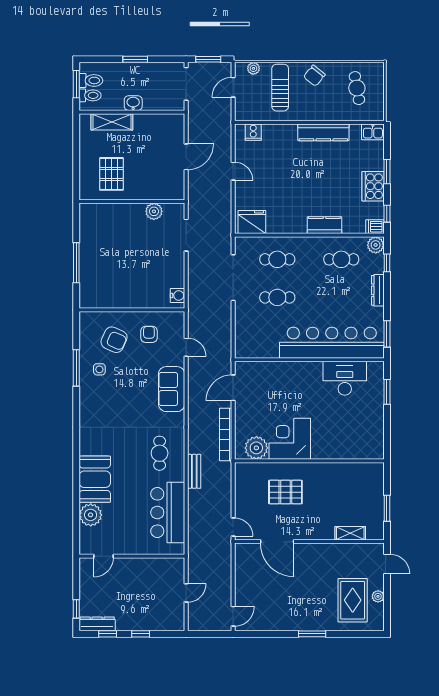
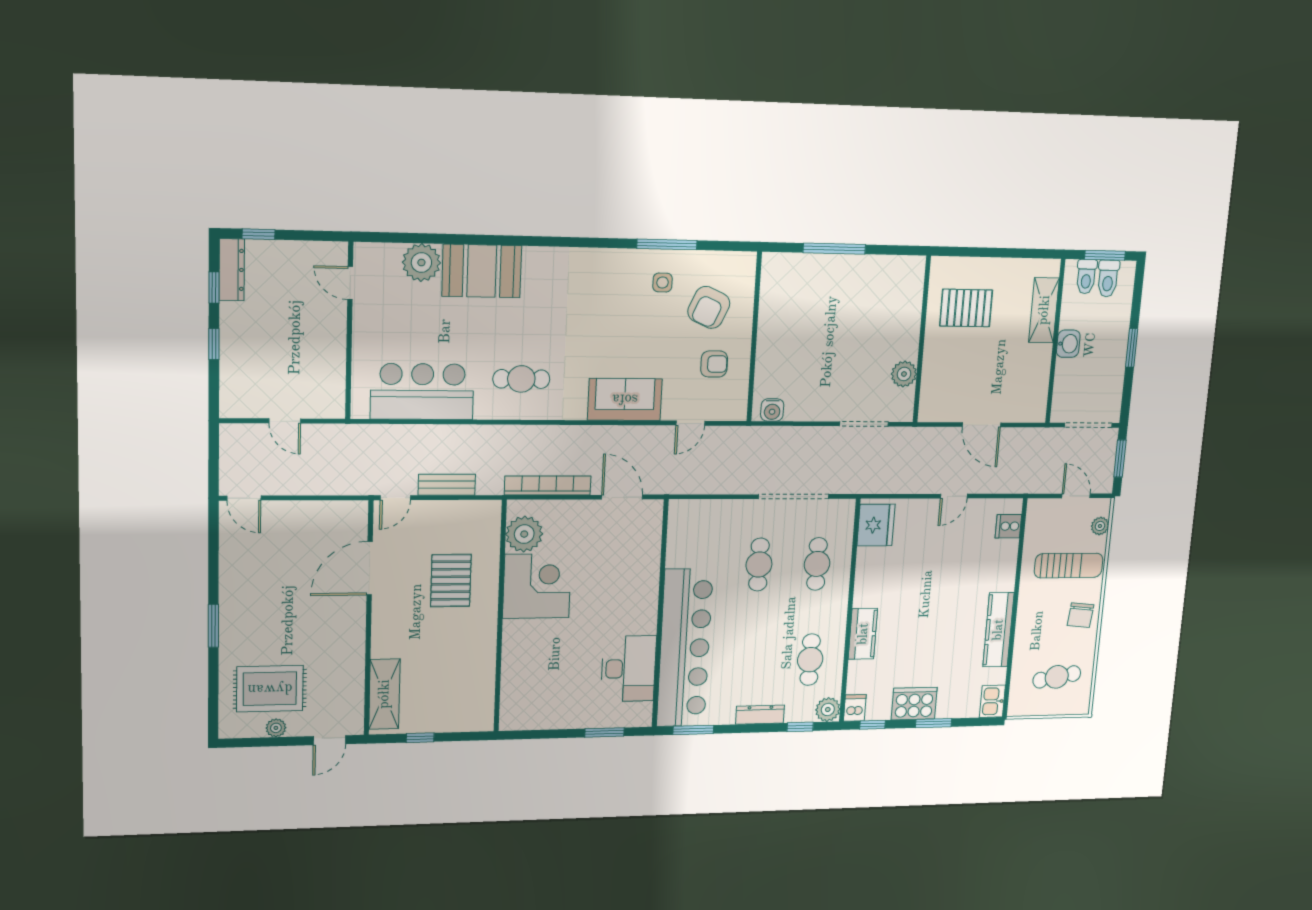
chair: (314, 76) -> (1080, 615), turned -123
bench: (194, 471) -> (447, 485), moved
window: (387, 508) -> (420, 738), width x0.67
shelving: (350, 533) -> (384, 694), width x1.50, depth x1.33

